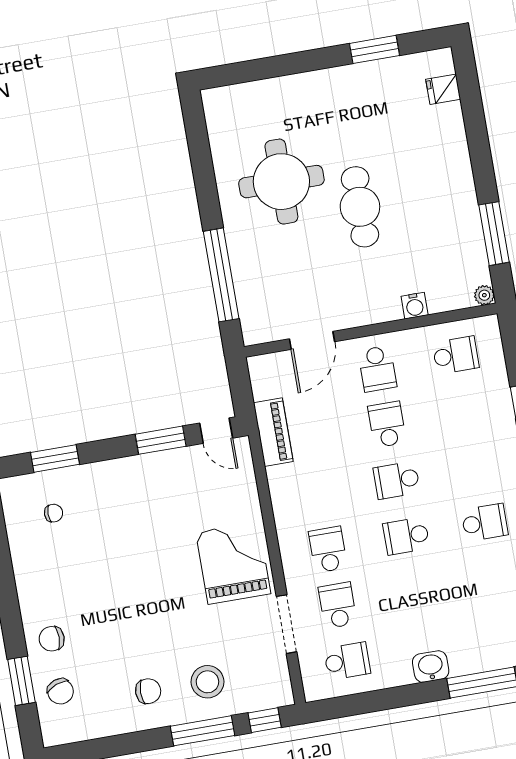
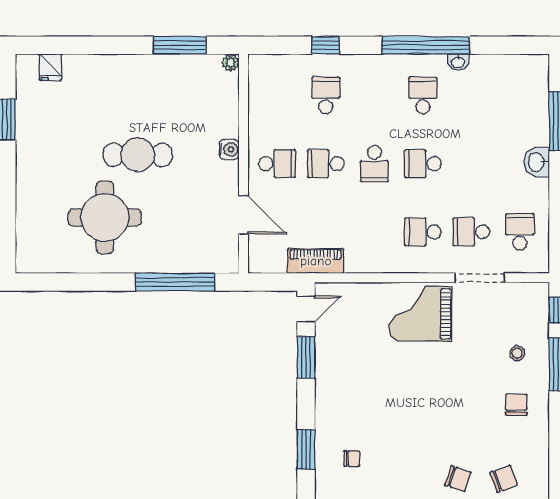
water cooler: (415, 306) -> (229, 149), moved
school desk: (456, 355) -> (326, 95), moved
chair: (54, 513) -> (352, 459), turned 90
school desk: (406, 536) -> (423, 164), turned 90
chair: (52, 639) -> (458, 479), turned -72
stool: (207, 682) -> (517, 353), width x0.53, depth x0.53

